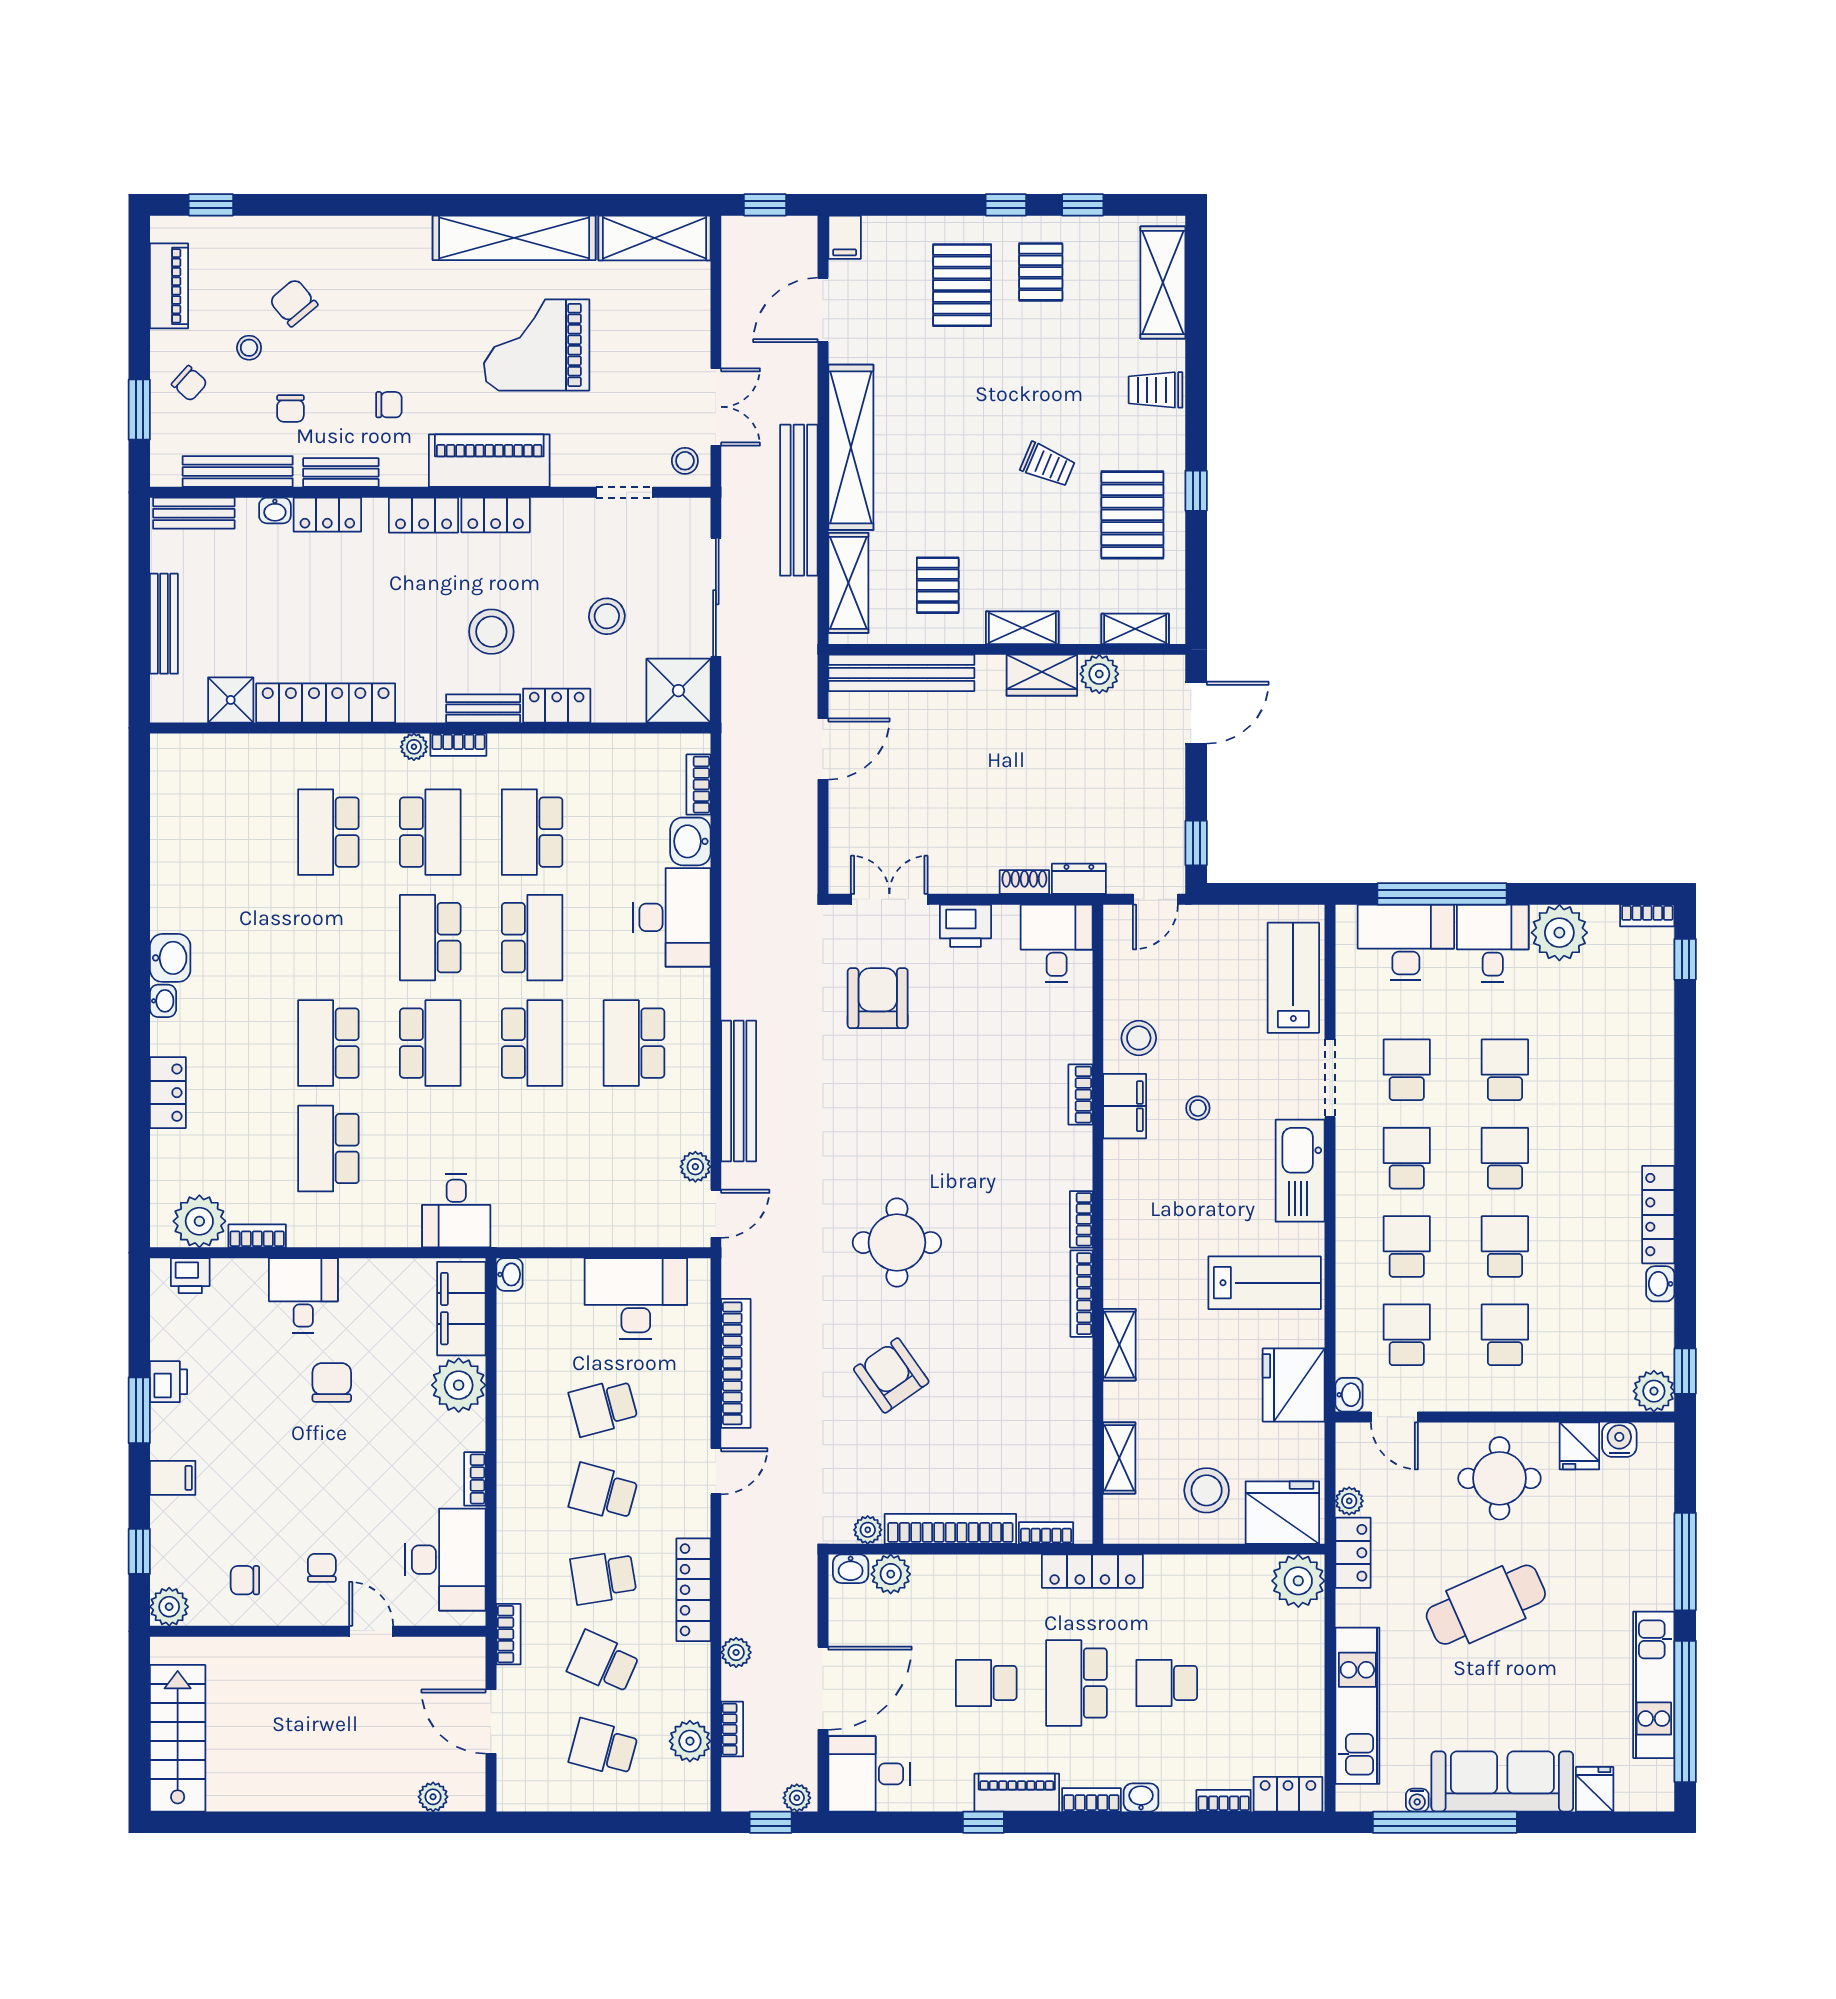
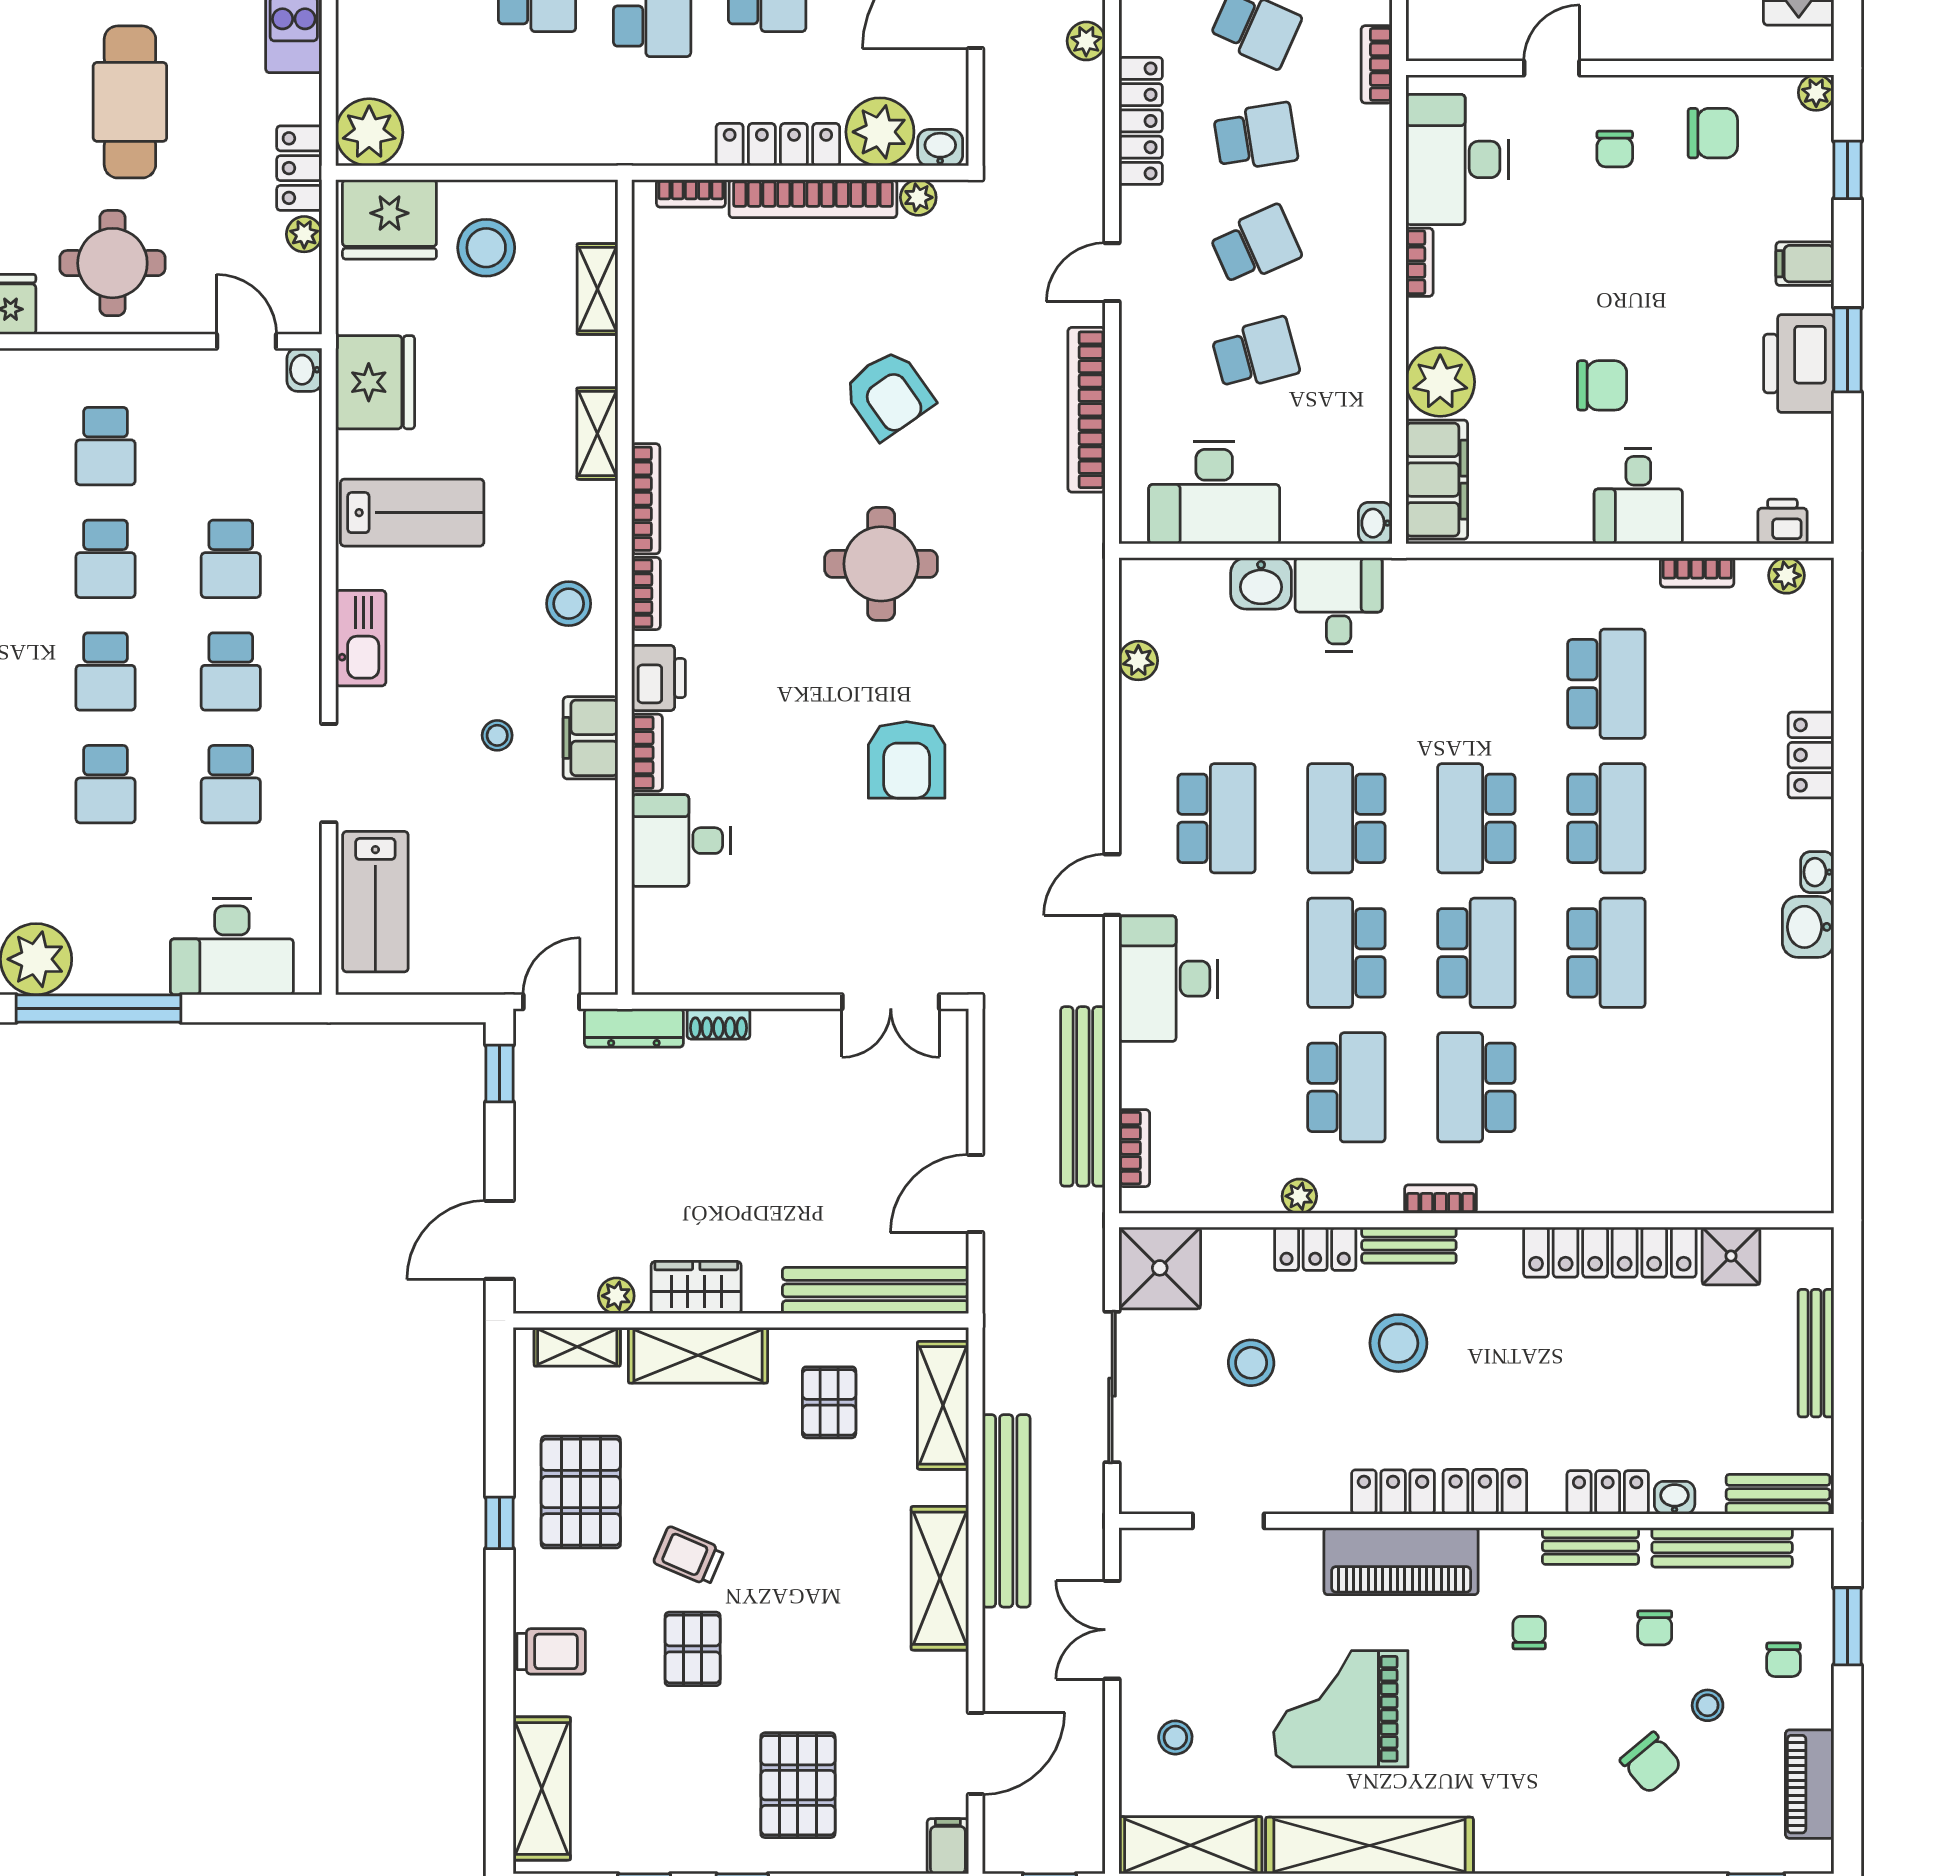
pallet: (1041, 272) -> (693, 1649), moved
grand piano: (537, 345) -> (1341, 1709), turned 180
chair: (189, 383) -> (1784, 1660), turned -132
chair: (389, 405) -> (1529, 1633), turned 90
chair: (290, 408) -> (1655, 1628), turned 180
shelving: (851, 447) -> (940, 1578), width x0.68
stool: (685, 461) -> (1175, 1737), moved
shelving: (1022, 628) -> (698, 1355), width x1.50, depth x1.33
plant: (1099, 674) -> (616, 1296), width x0.73, depth x0.73
plant: (414, 747) -> (1299, 1196), moved
school desk: (328, 832) -> (1606, 953), moved
washbasin: (690, 841) -> (1261, 583), moved, turned 90
dresser: (1079, 879) -> (634, 1028), width x1.44
window: (1442, 894) -> (99, 1009), moved
printer: (965, 926) -> (659, 678), moved, turned 90
desk: (1057, 943) -> (681, 841), moved, turned 90
desk: (1493, 943) -> (121, 946), removed
armchair: (878, 998) -> (907, 760), moved
stool: (1139, 1038) -> (569, 604), moved
bench: (739, 1091) -> (1083, 1096), moved
kitchen sink: (1300, 1171) -> (361, 638), width x0.73, depth x0.81
desk: (456, 1211) -> (1339, 605), moved
door: (716, 1214) -> (1112, 885), moved
plant: (199, 1221) -> (1787, 575), width x0.53, depth x0.53
lab bench: (1265, 1283) -> (412, 513), turned 180
school desk: (1407, 1335) -> (231, 446), removed
printer: (169, 1382) -> (1799, 364), width x1.87, depth x1.48
chair: (332, 1382) -> (1602, 385), turned -90
school desk: (603, 1492) -> (1256, 245), turned -39
locker: (1092, 1571) -> (778, 145), moved
plant: (891, 1574) -> (880, 132), width x1.36, depth x1.36
chair: (245, 1580) -> (1713, 133), width x1.37, depth x1.37
cafe table: (1486, 1605) -> (130, 102), turned -66
plant: (169, 1607) -> (1816, 93), width x0.73, depth x0.73
door: (371, 1631) -> (1552, 68), swing flipped

